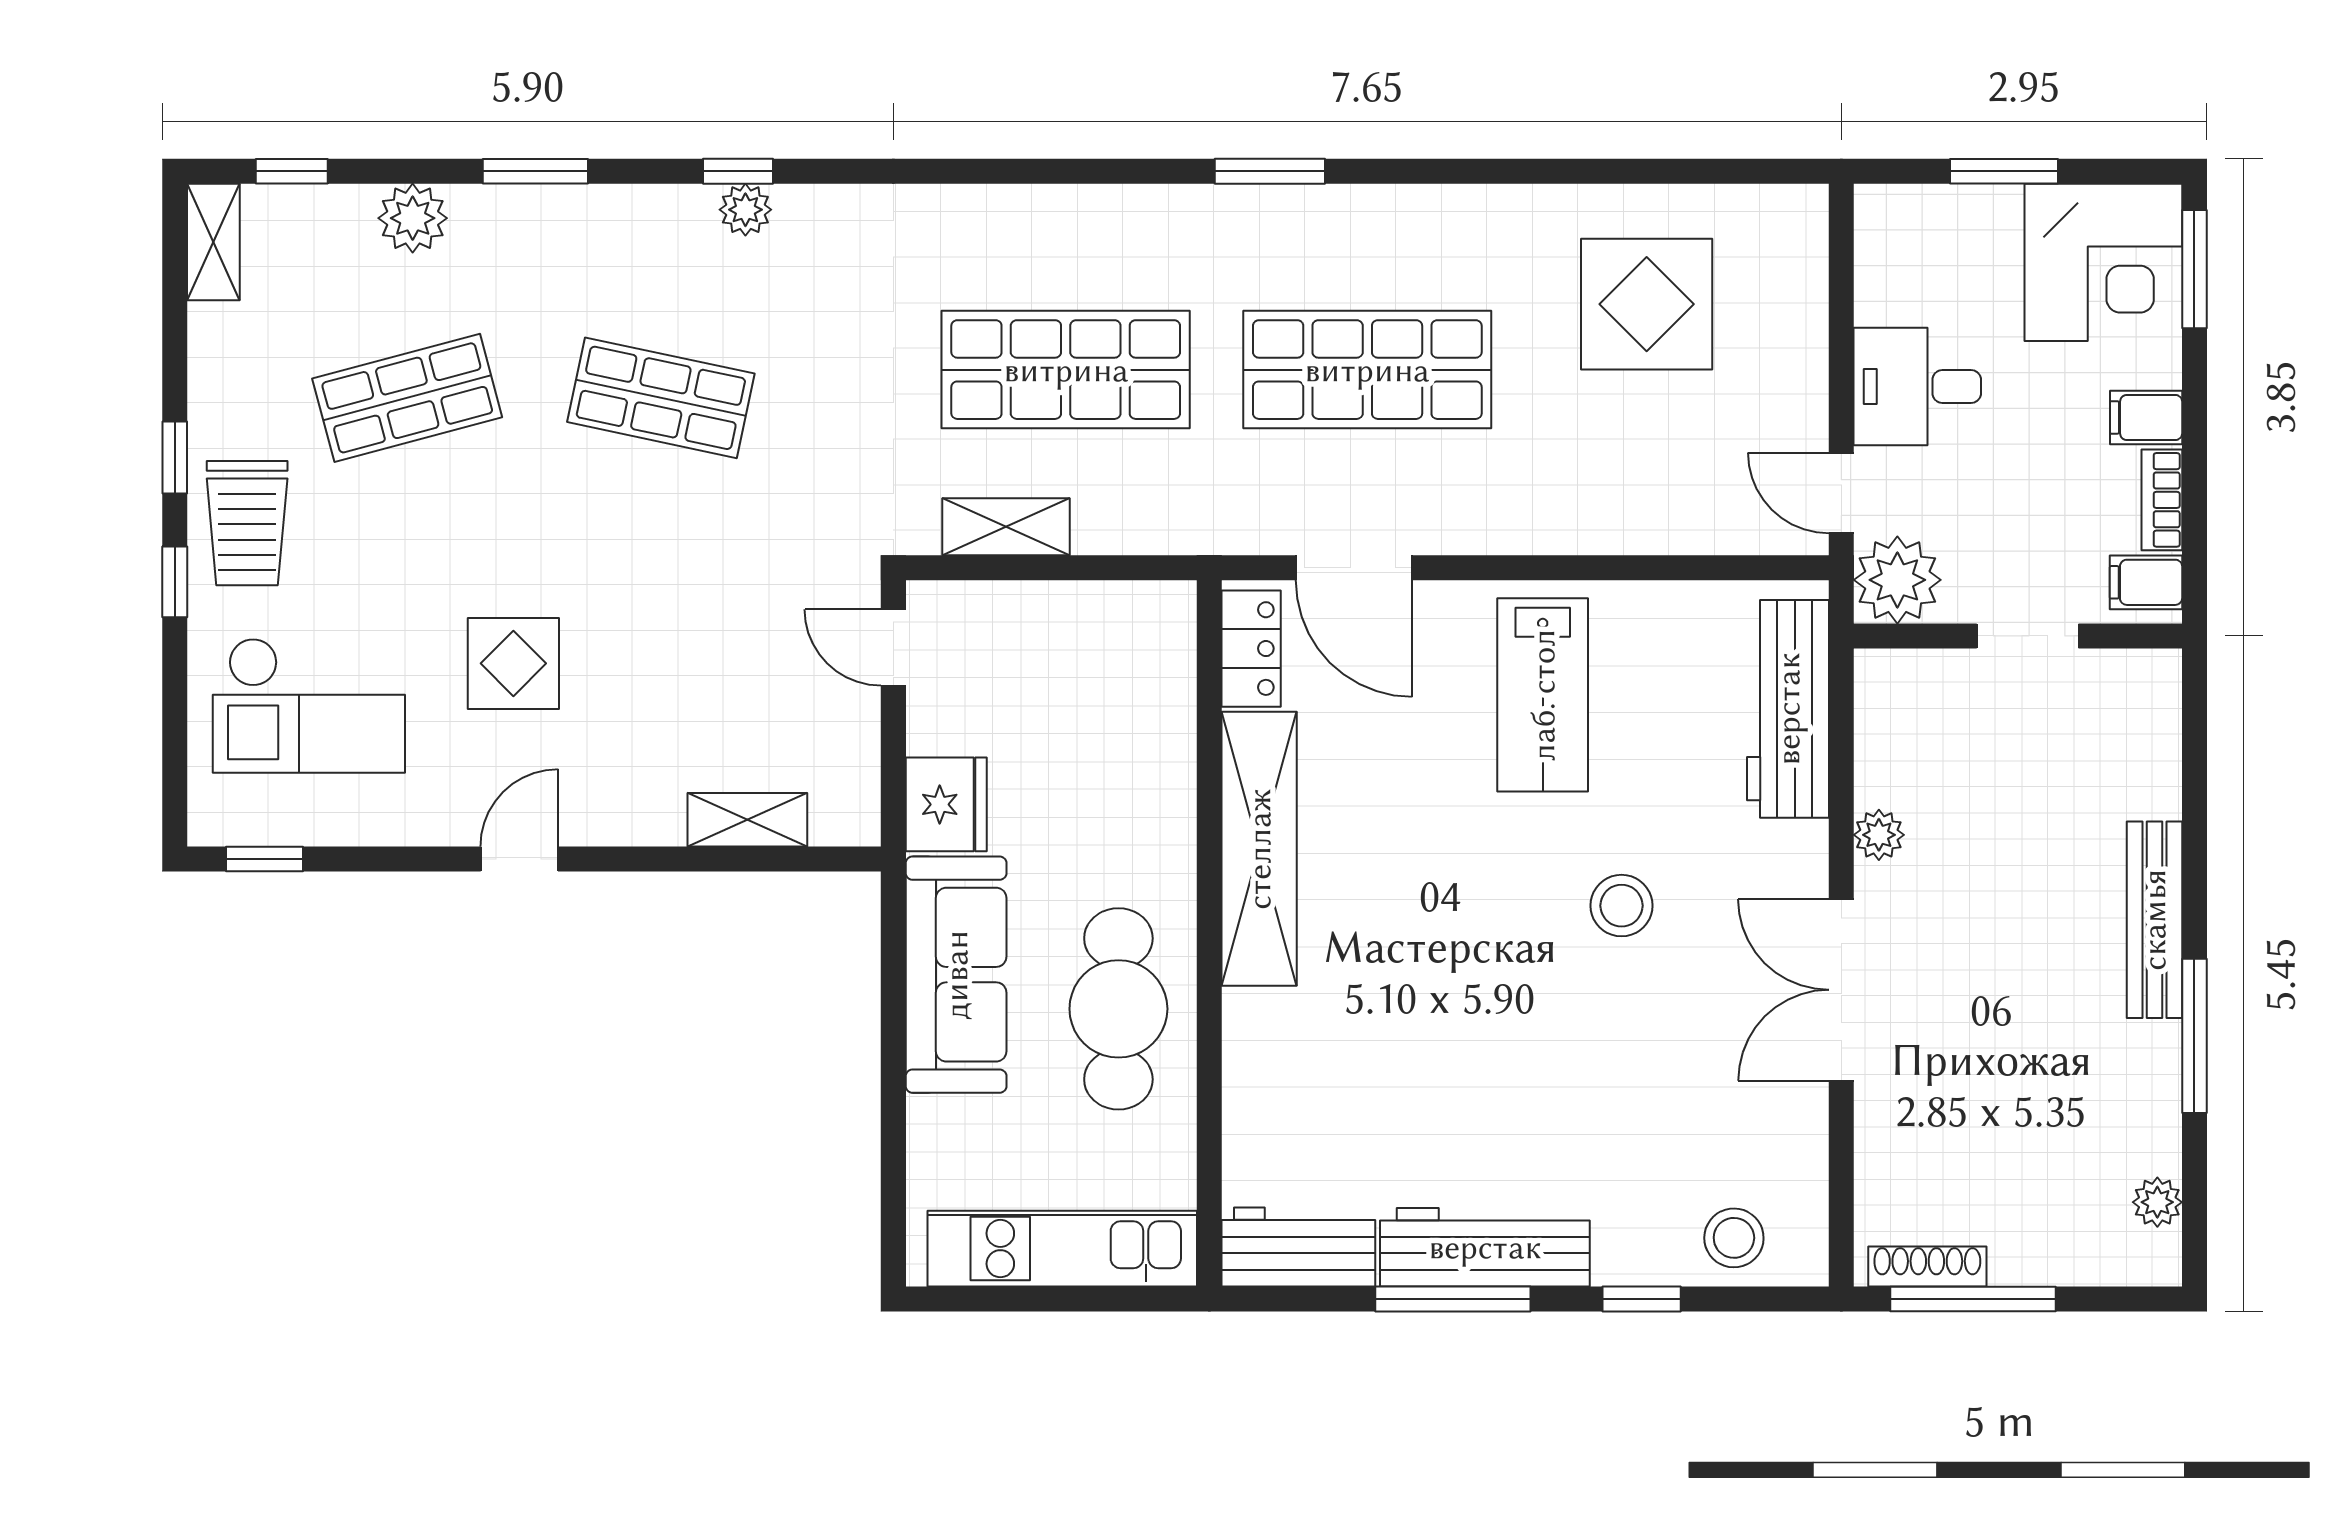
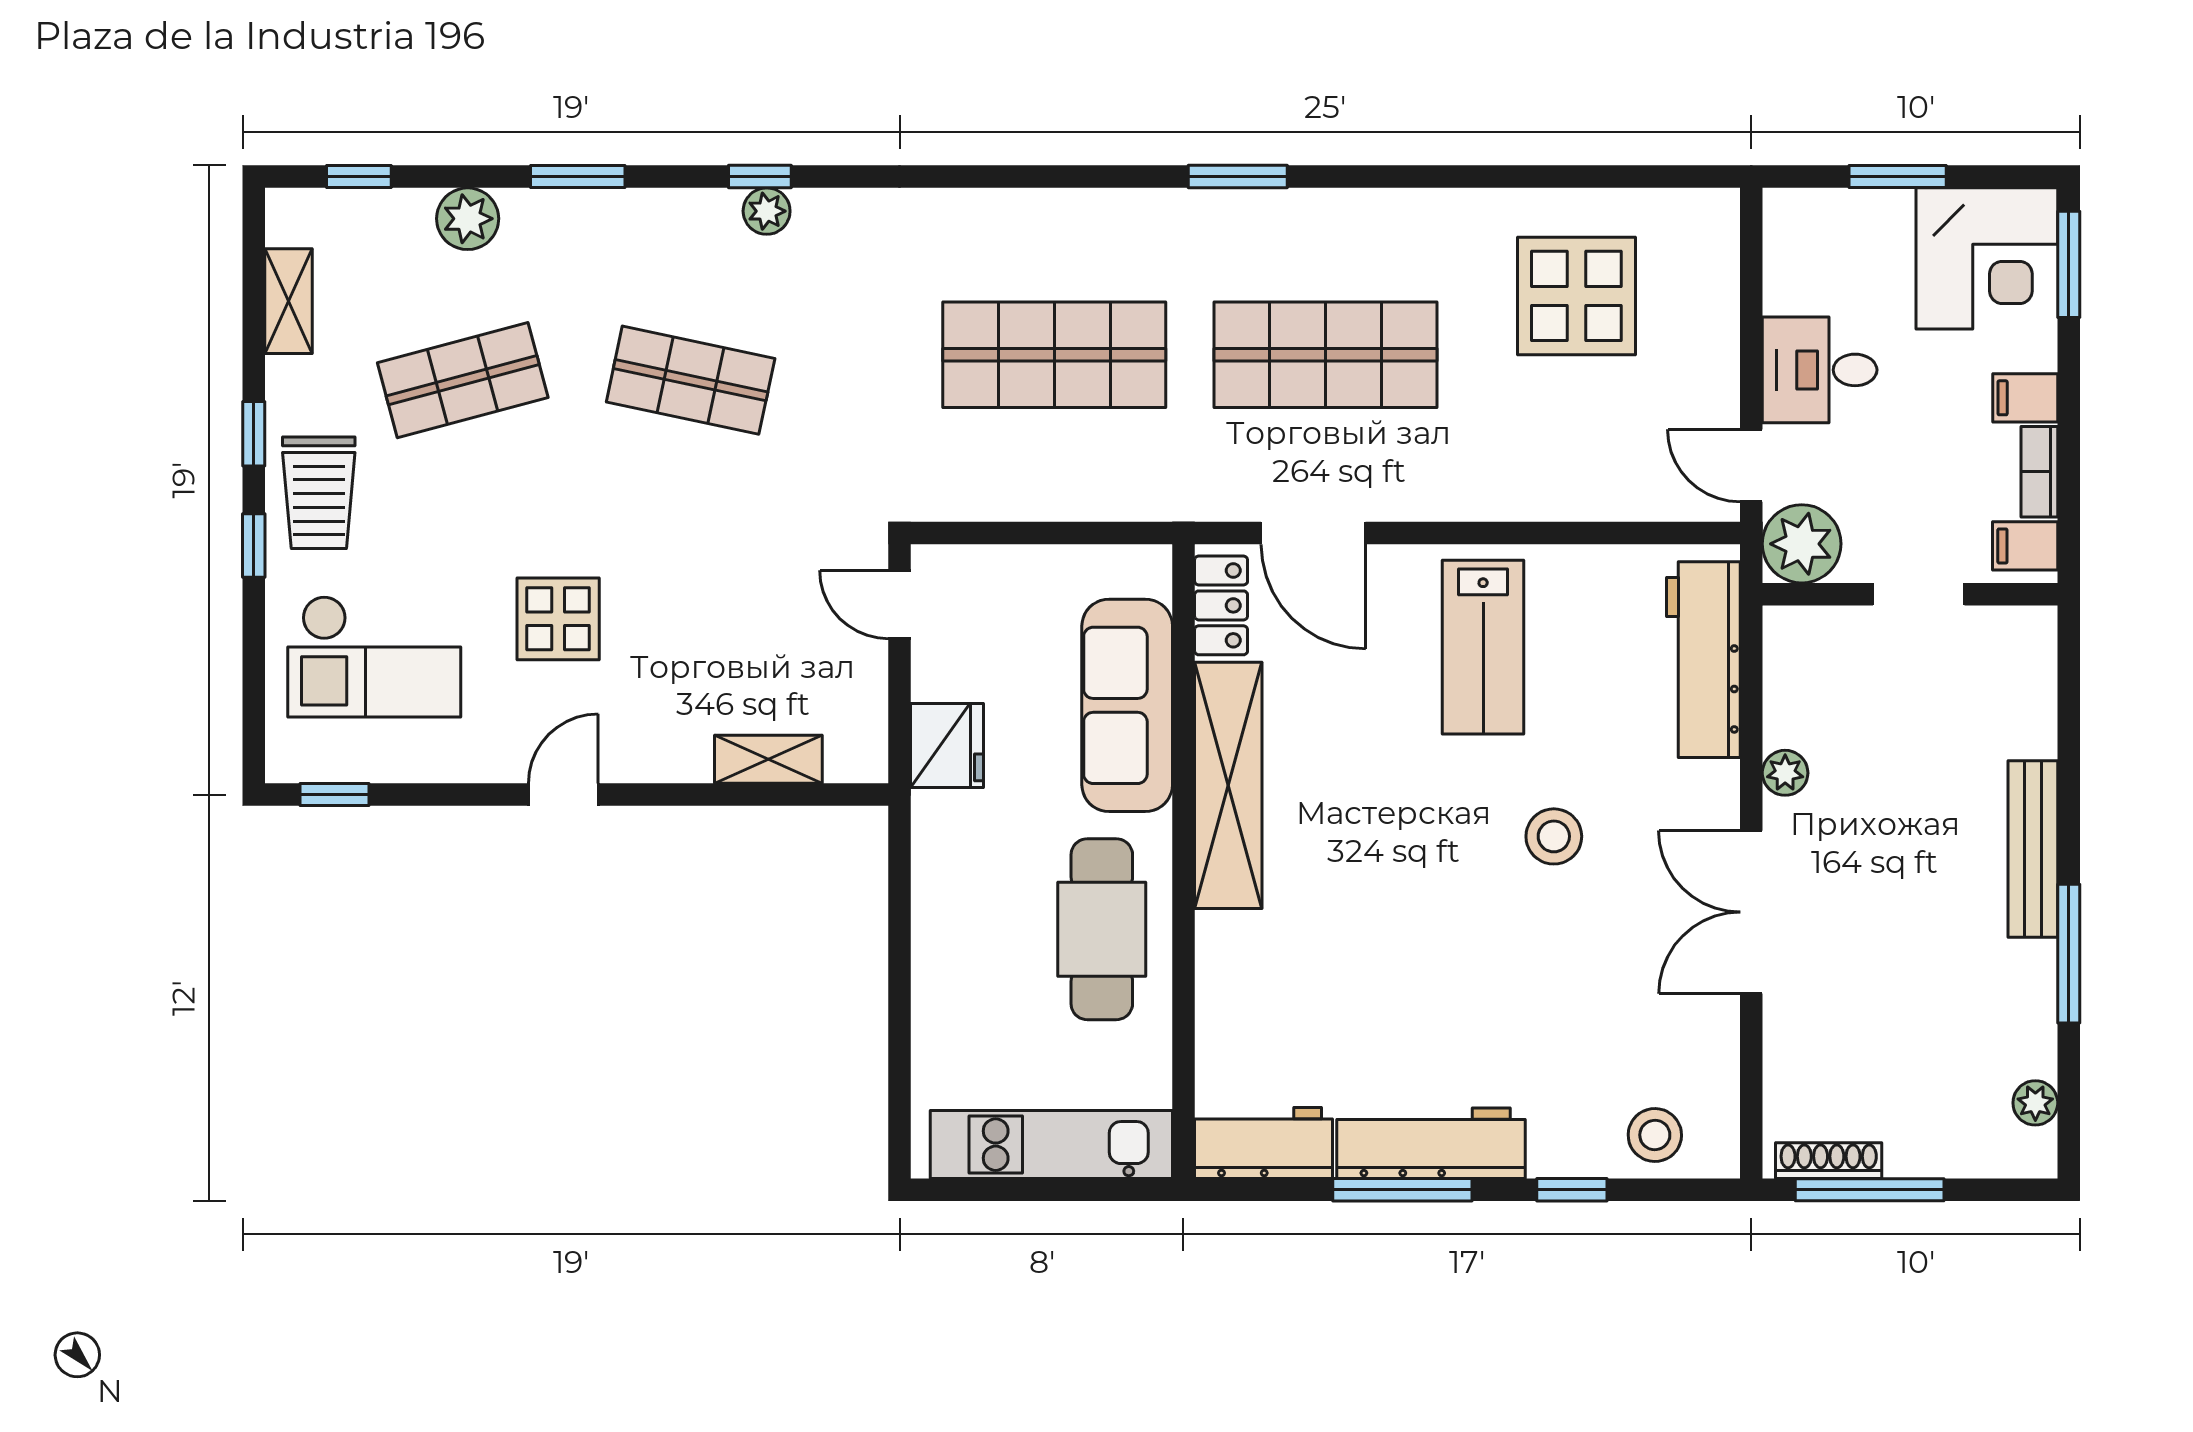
shelving: (213, 242) -> (288, 301), moved
shelving: (1006, 527) -> (1001, 496), removed
sofa: (956, 975) -> (1127, 705), moved, turned 180

